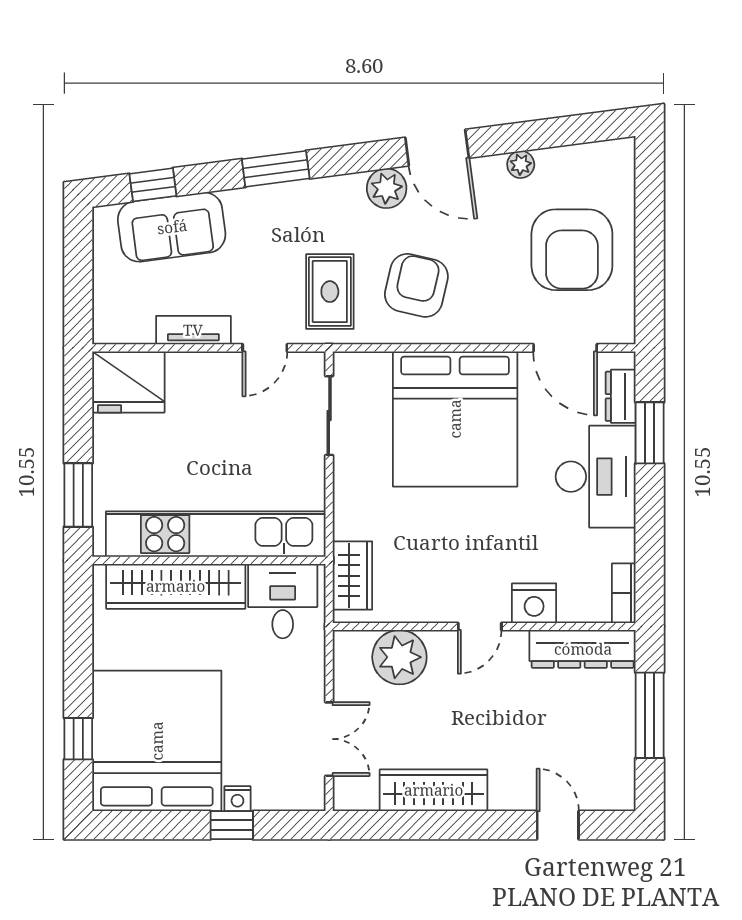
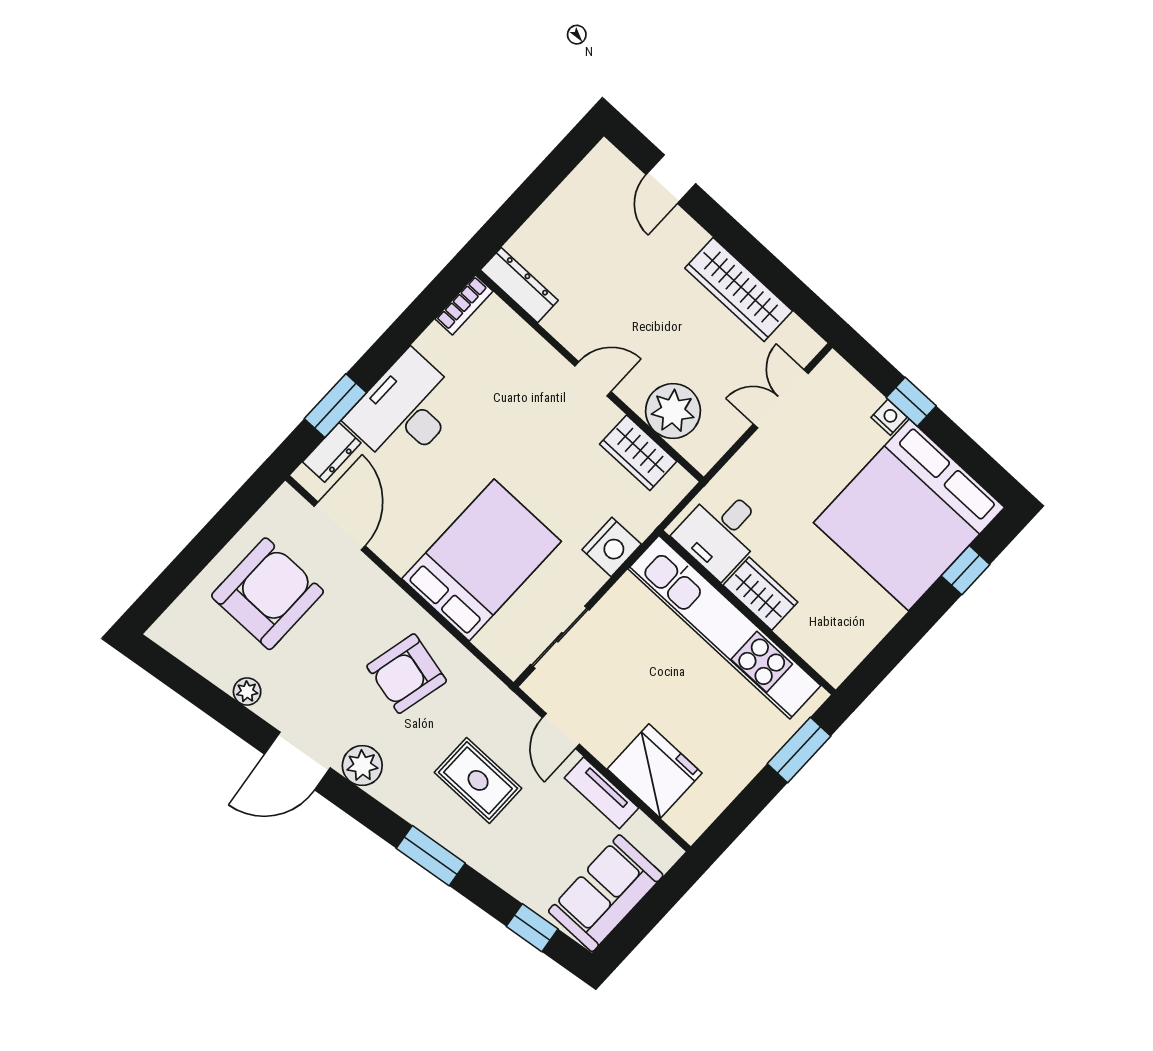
door: (437, 148) -> (297, 761), swing flipped
sofa: (172, 227) -> (606, 893), moved, turned -83
rug: (330, 292) -> (478, 780), moved, turned 90
door: (265, 348) -> (561, 731), swing flipped
fridge: (128, 382) -> (655, 771), moved
bed: (455, 419) -> (482, 560), width x0.73
wardrobe: (352, 576) -> (638, 453), moved, turned -90
wardrobe: (176, 586) -> (760, 594), width x0.48, depth x0.85
nightstand: (534, 603) -> (612, 547), moved, turned 90
dresser: (583, 649) -> (519, 285), width x0.73, depth x0.80
window: (650, 715) -> (528, 197), removed

